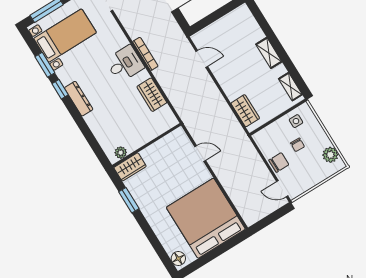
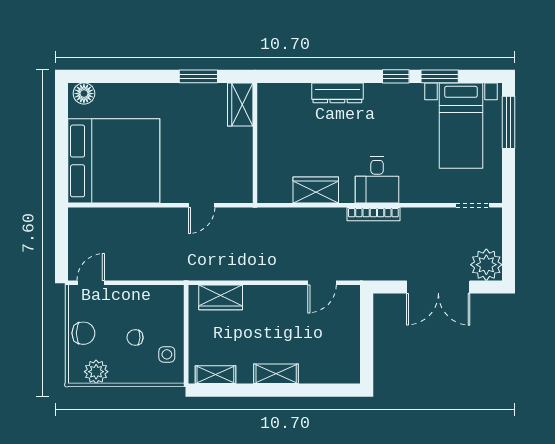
dresser: (79, 99) -> (337, 93), moved
plant: (121, 153) -> (266, 104), removed
chair: (279, 162) -> (83, 333), moved, turned -90

